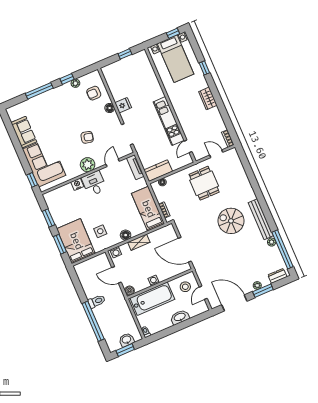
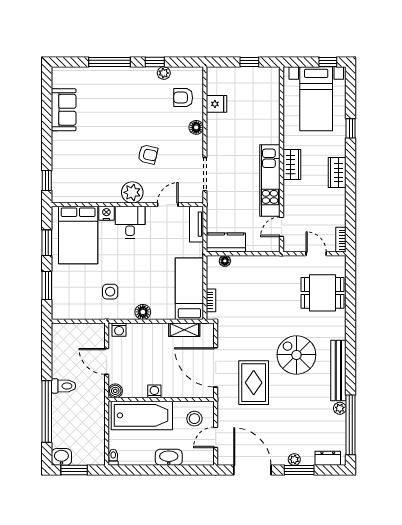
fridge: (123, 105) -> (217, 104), moved
wardrobe: (178, 105) -> (292, 164), added
corner sofa: (44, 162) -> (74, 163), removed
dining table: (204, 183) -> (323, 293), moved, turned 90
bed: (76, 241) -> (78, 235), moved, turned 180
shelving: (139, 242) -> (184, 330), moved
rug: (212, 249) -> (254, 383), added
washbasin: (127, 340) -> (61, 457), moved

